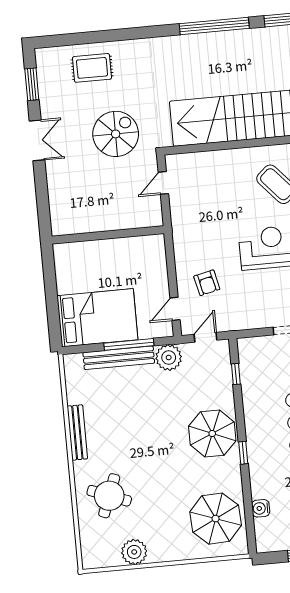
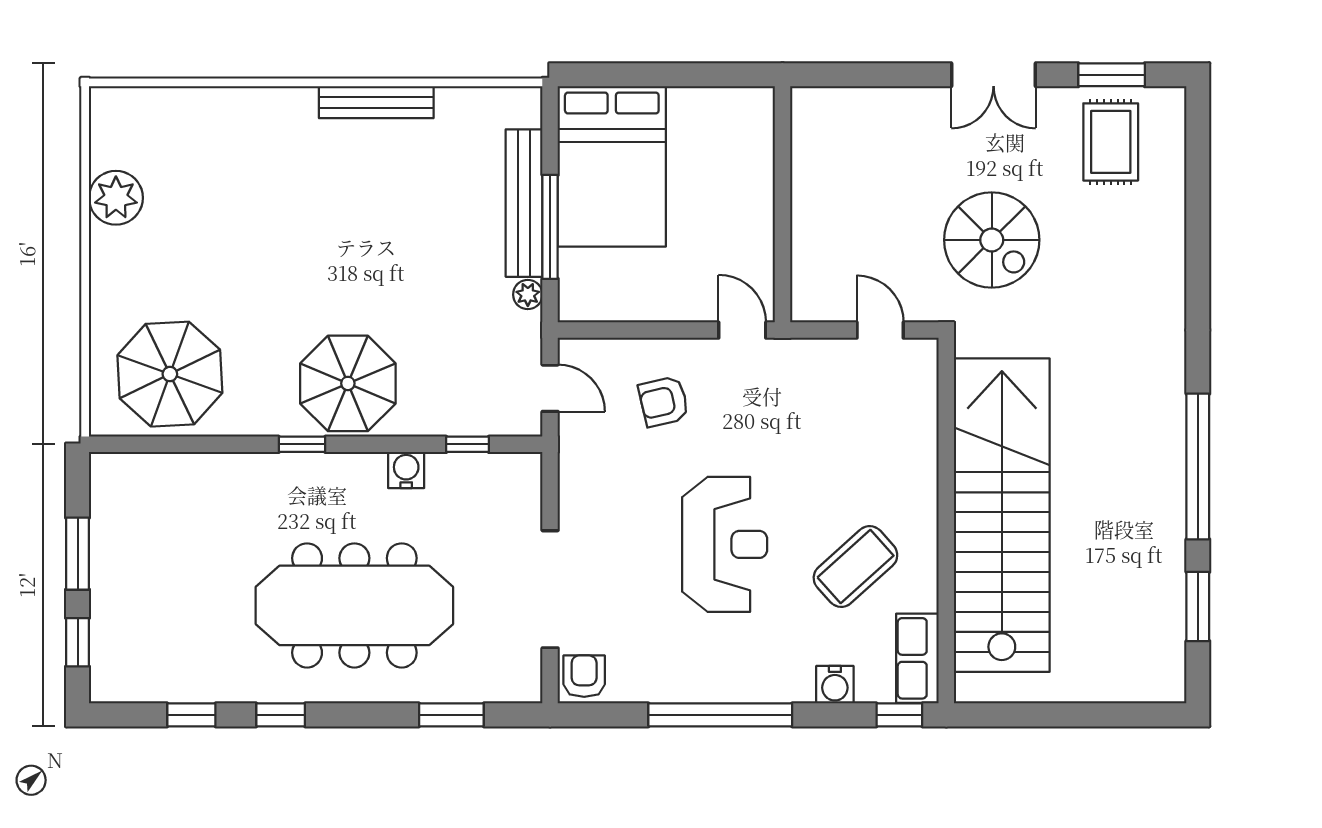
rug: (92, 68) -> (1111, 142), moved
door: (175, 309) -> (742, 330), moved
plant: (169, 357) -> (528, 295), width x0.53, depth x0.53
round table: (109, 496) -> (238, 157), removed
water cooler: (261, 508) -> (406, 470), moved

